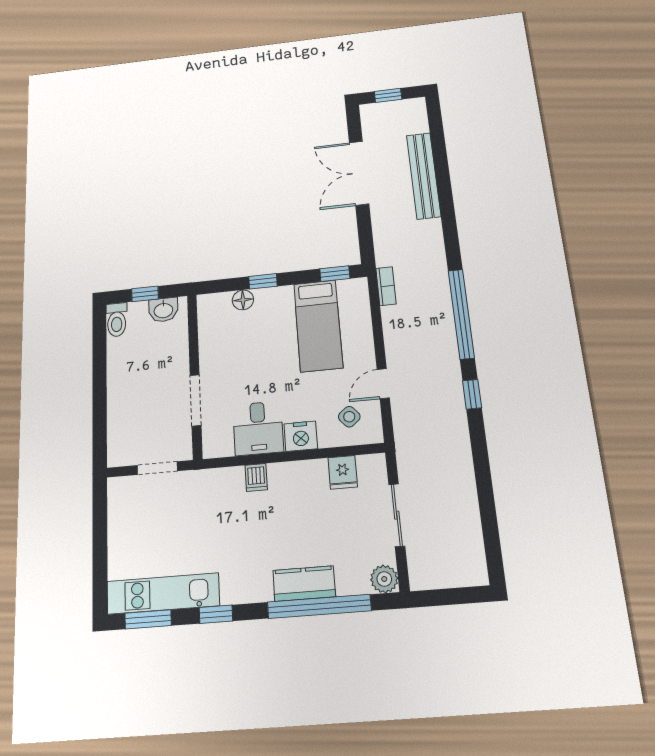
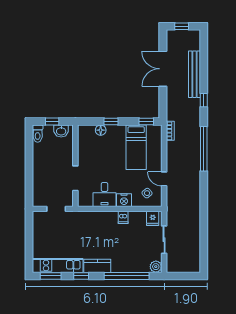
door: (383, 384) -> (164, 179), hinge flipped
window: (472, 394) -> (204, 100), moved
fridge: (343, 472) -> (153, 218), moved
dishwasher: (256, 477) -> (123, 217), moved
kitchen counter: (304, 584) -> (97, 266), moved

